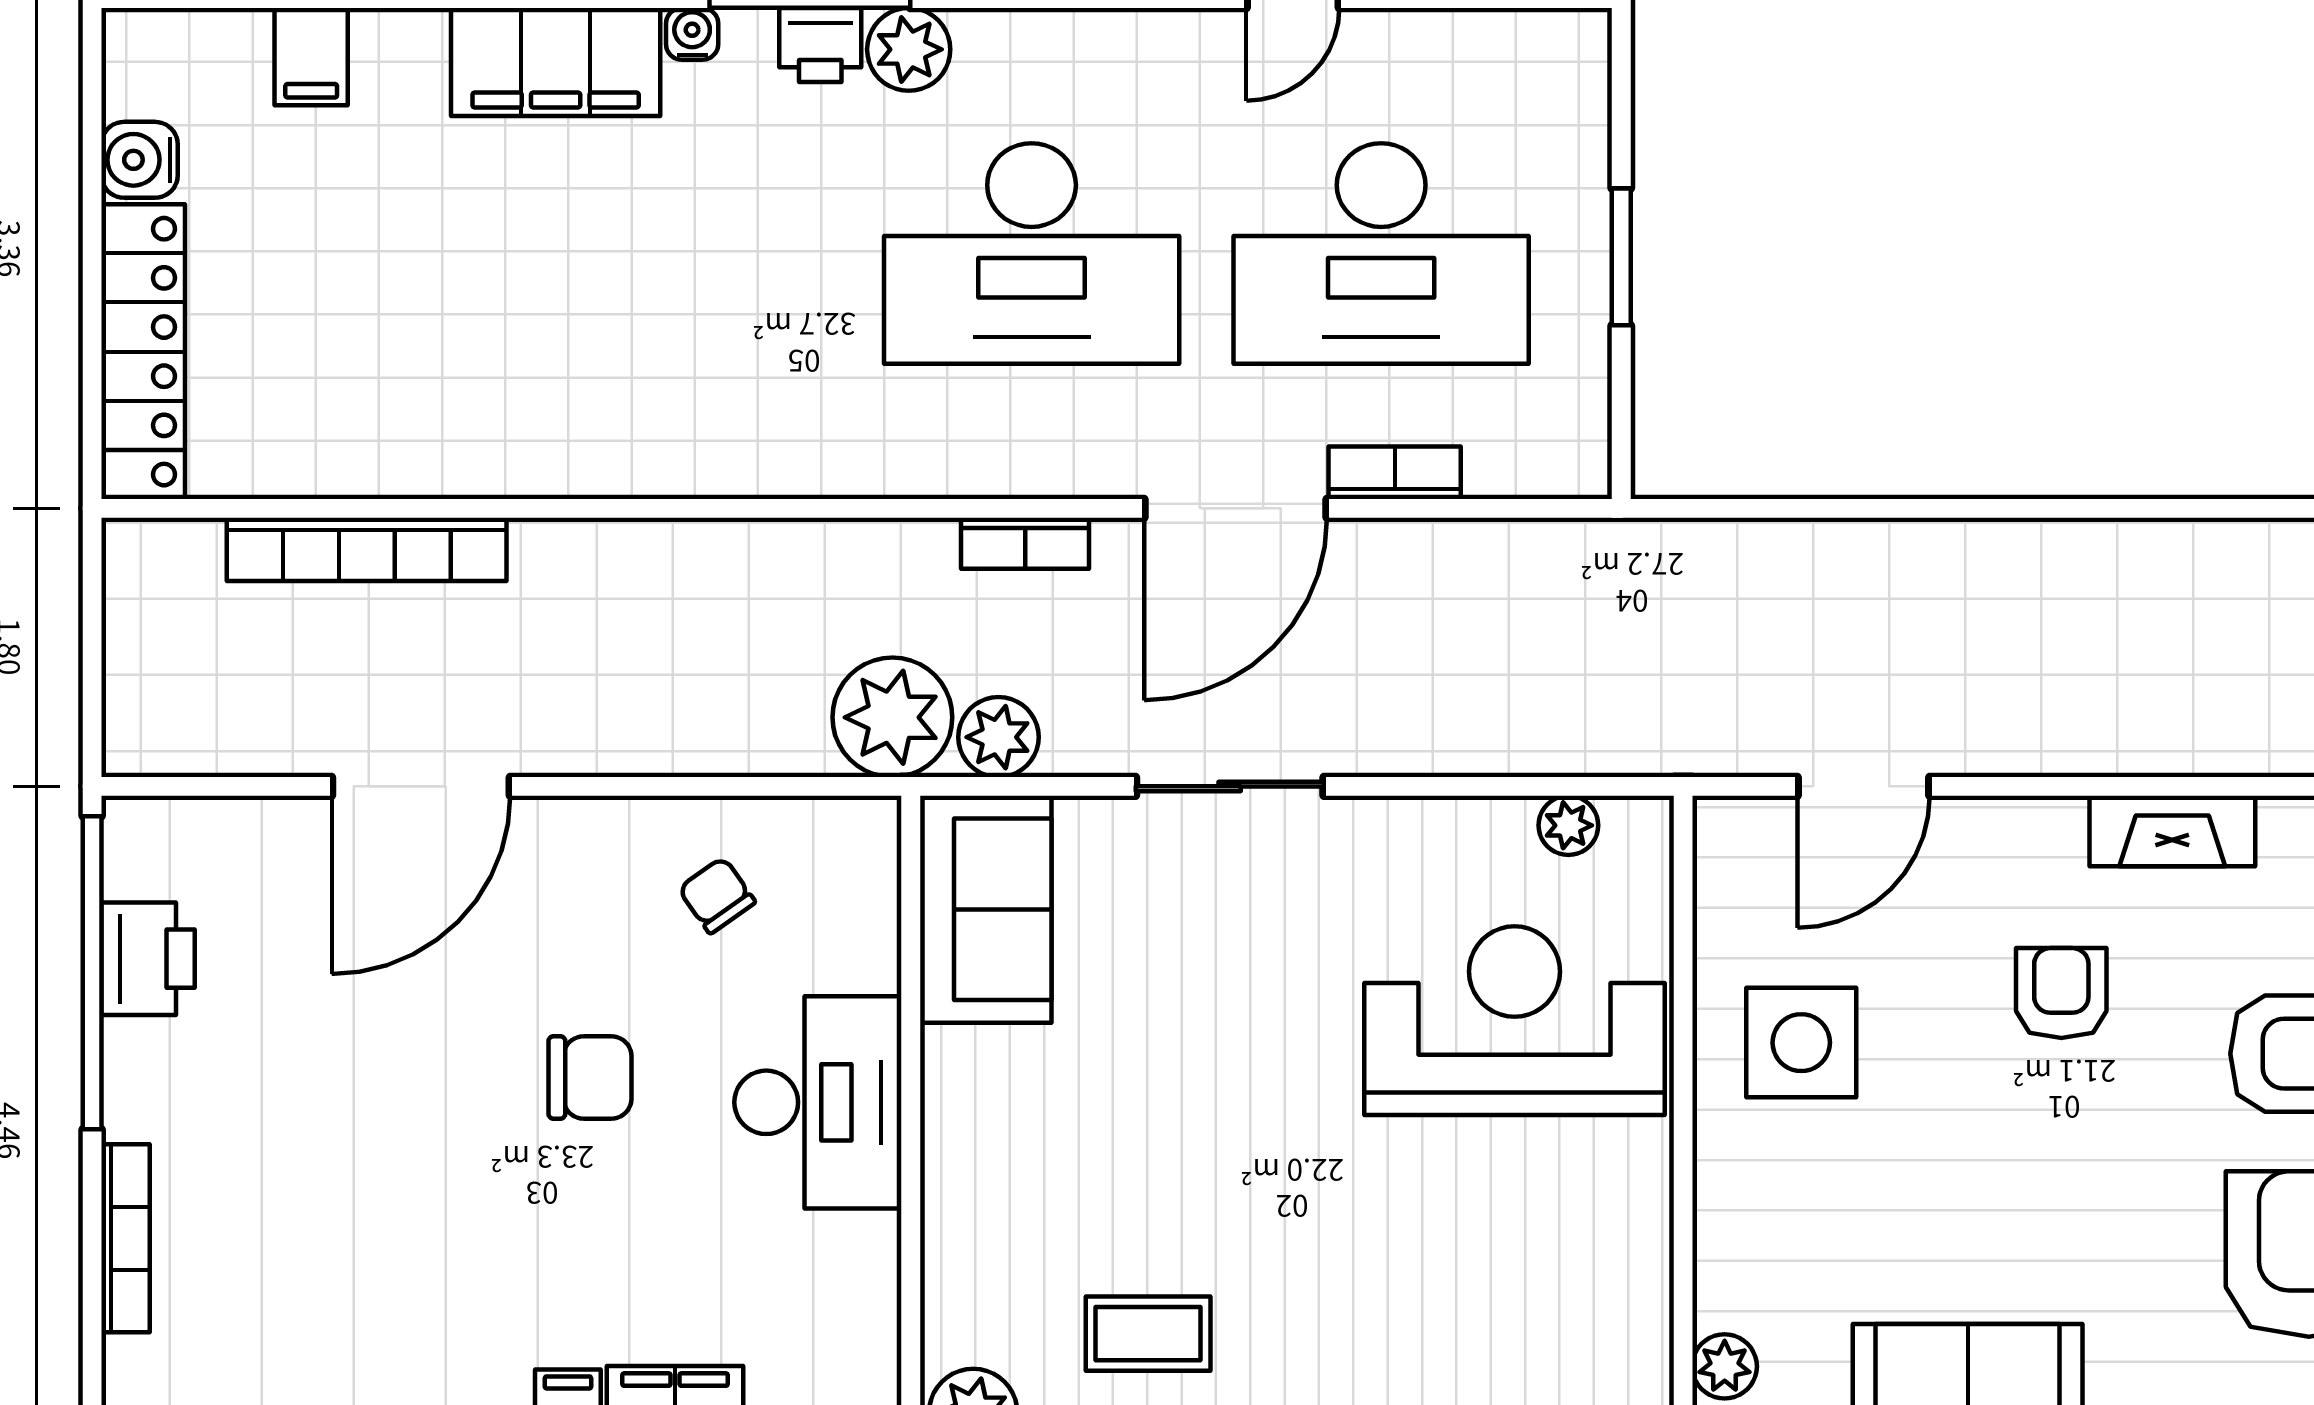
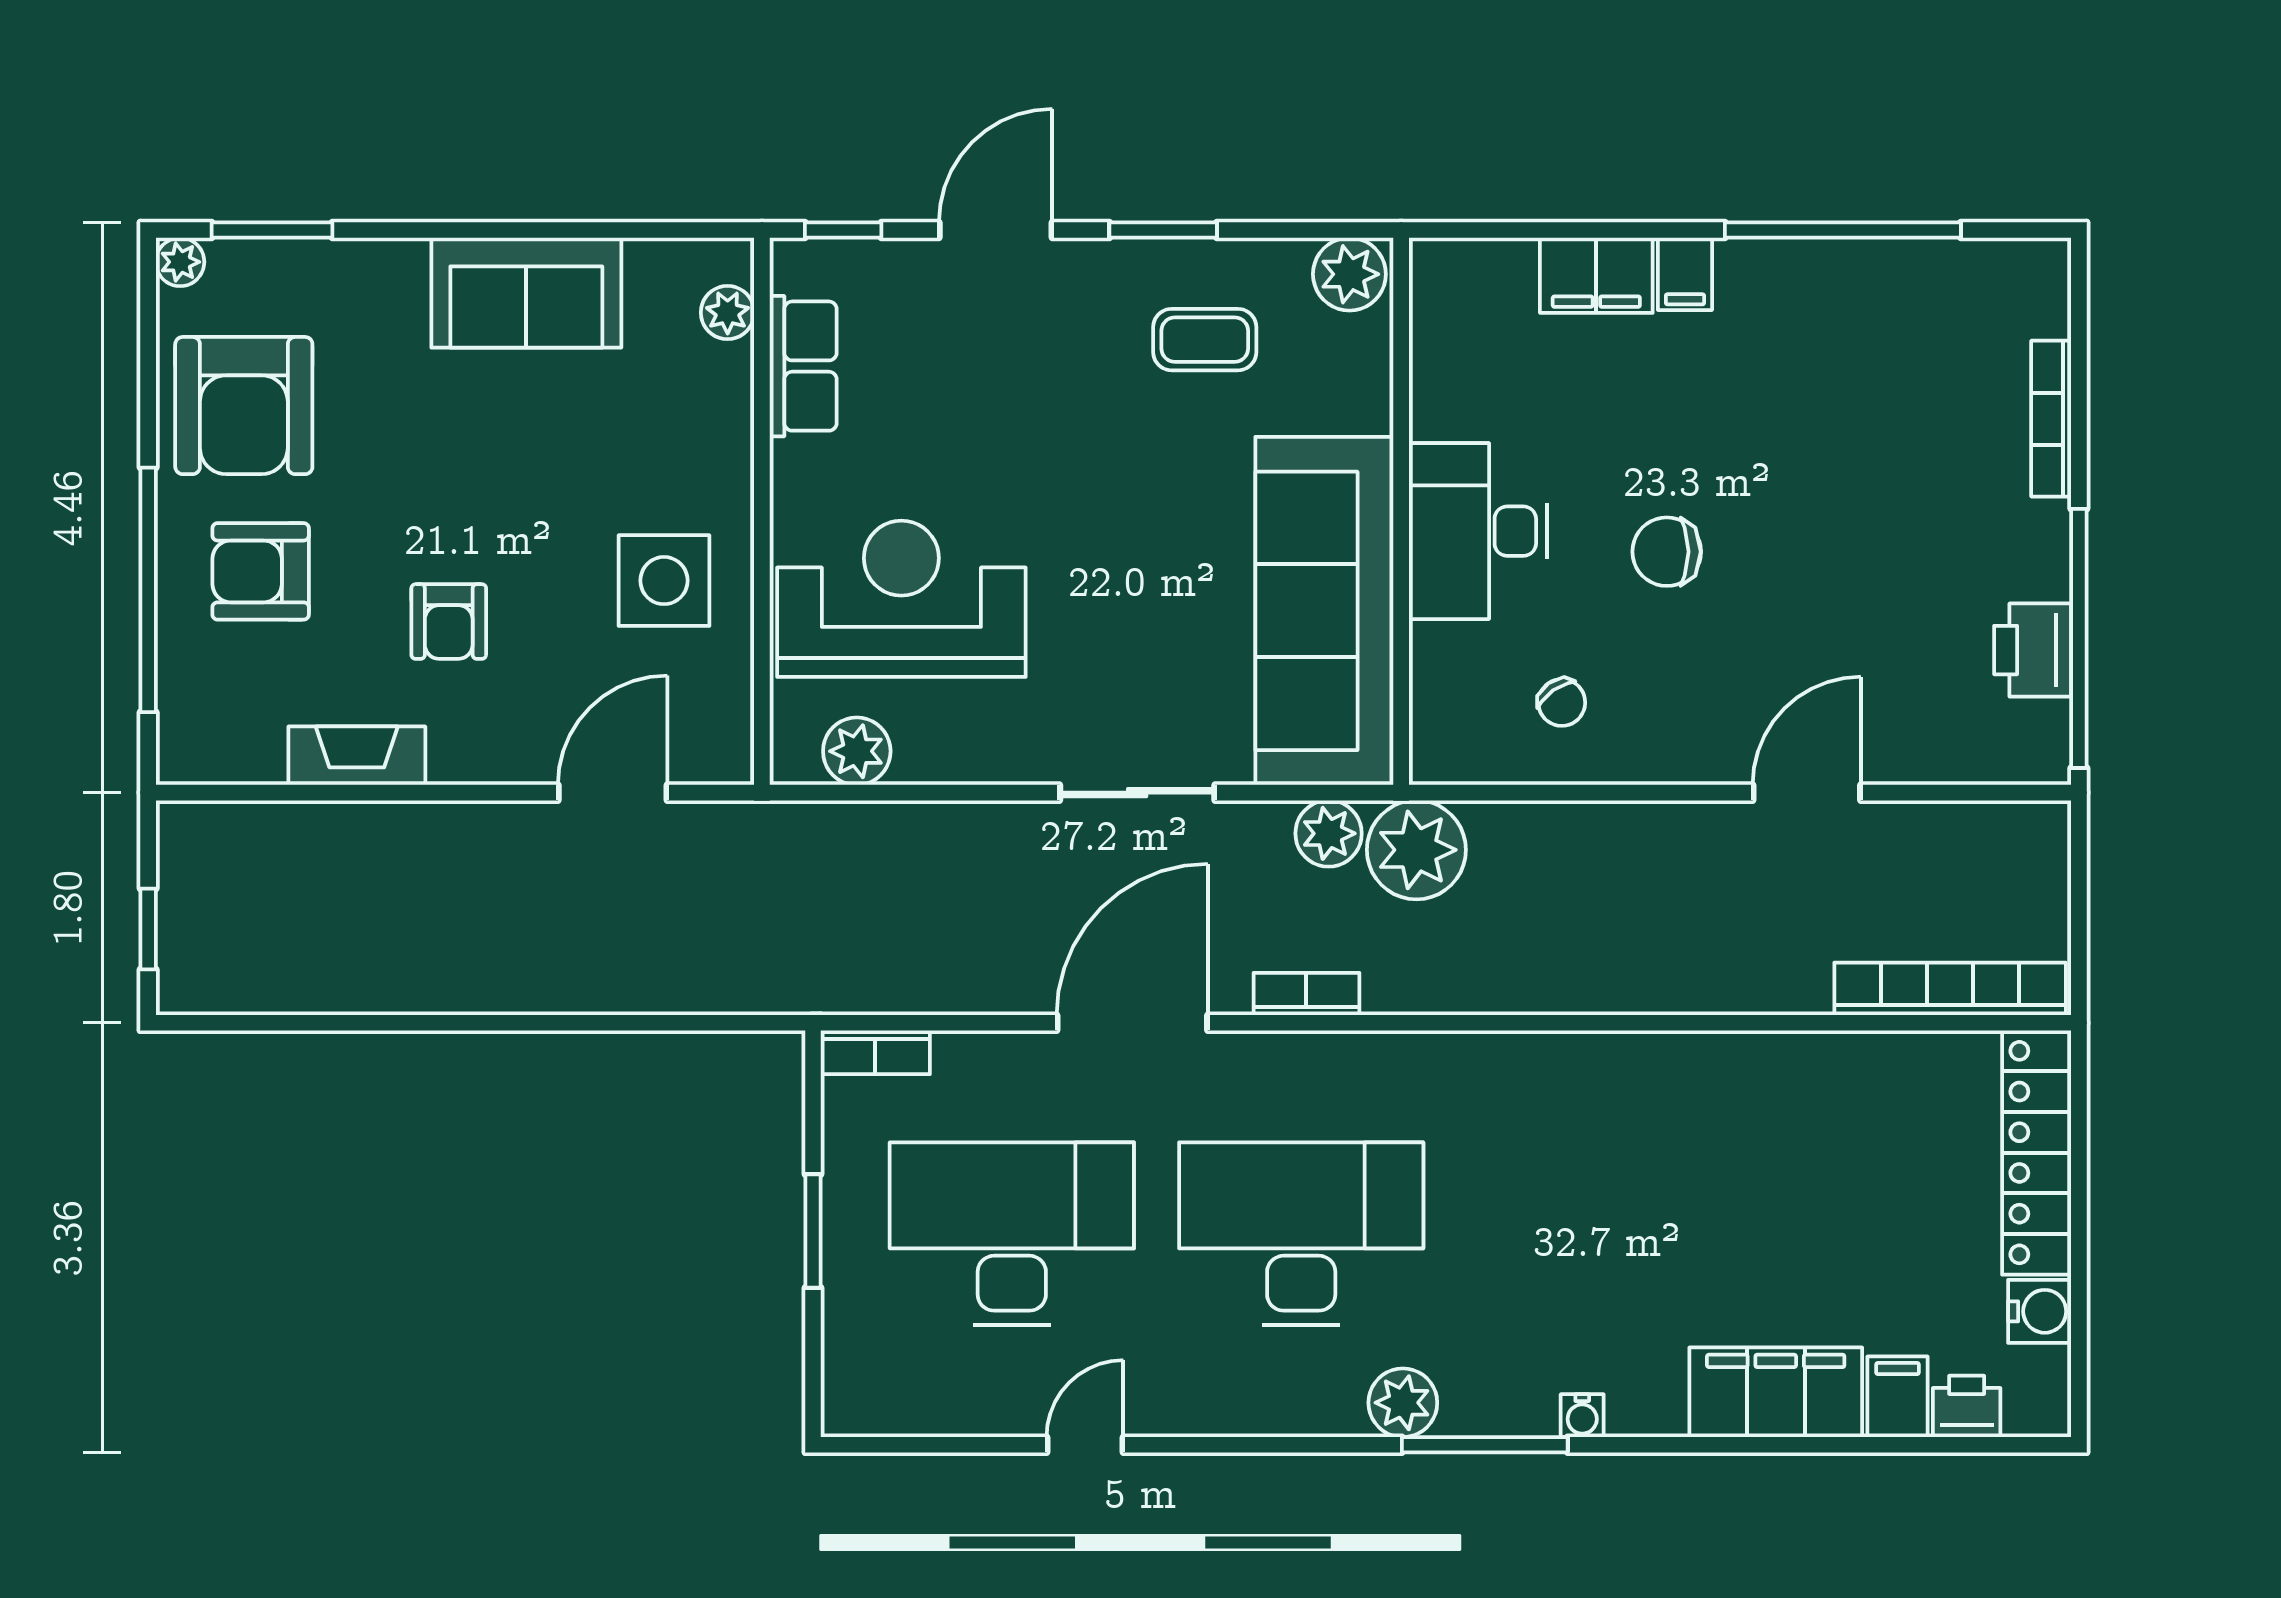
printer: (820, 45) -> (1967, 1406), moved
filing cabinet: (556, 62) -> (1776, 1392), moved
bookcase: (1395, 473) -> (875, 1052), moved
bookcase: (367, 549) -> (1950, 989), moved
door: (421, 786) -> (1807, 793), width x0.73
plant: (1568, 825) -> (857, 751), width x1.38, depth x1.38
sofa: (986, 909) -> (1324, 611), width x1.85, depth x1.27
reception desk: (1515, 1021) -> (901, 599), turned 180
row of seats: (1633, 1302) -> (803, 366), added

